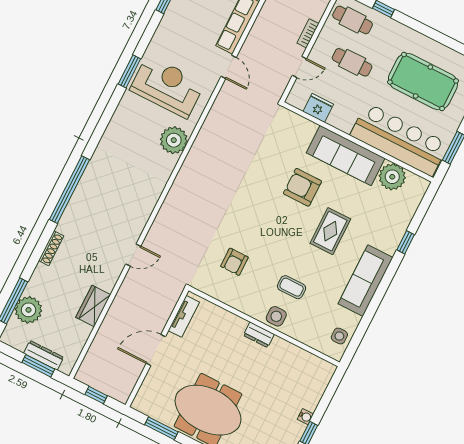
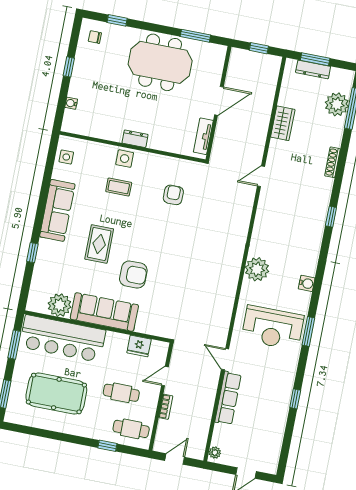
water cooler: (117, 124) -> (307, 283), added
plant: (174, 140) -> (257, 269), moved
window: (69, 190) -> (331, 217), width x0.32
water cooler: (305, 417) -> (71, 103), moved

